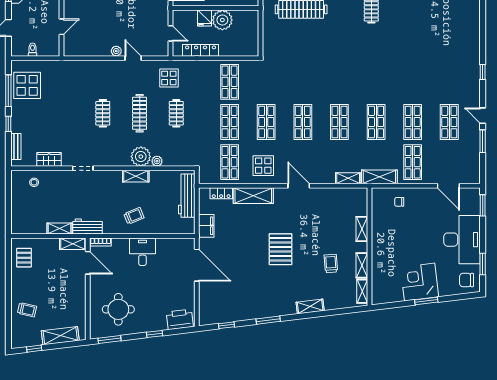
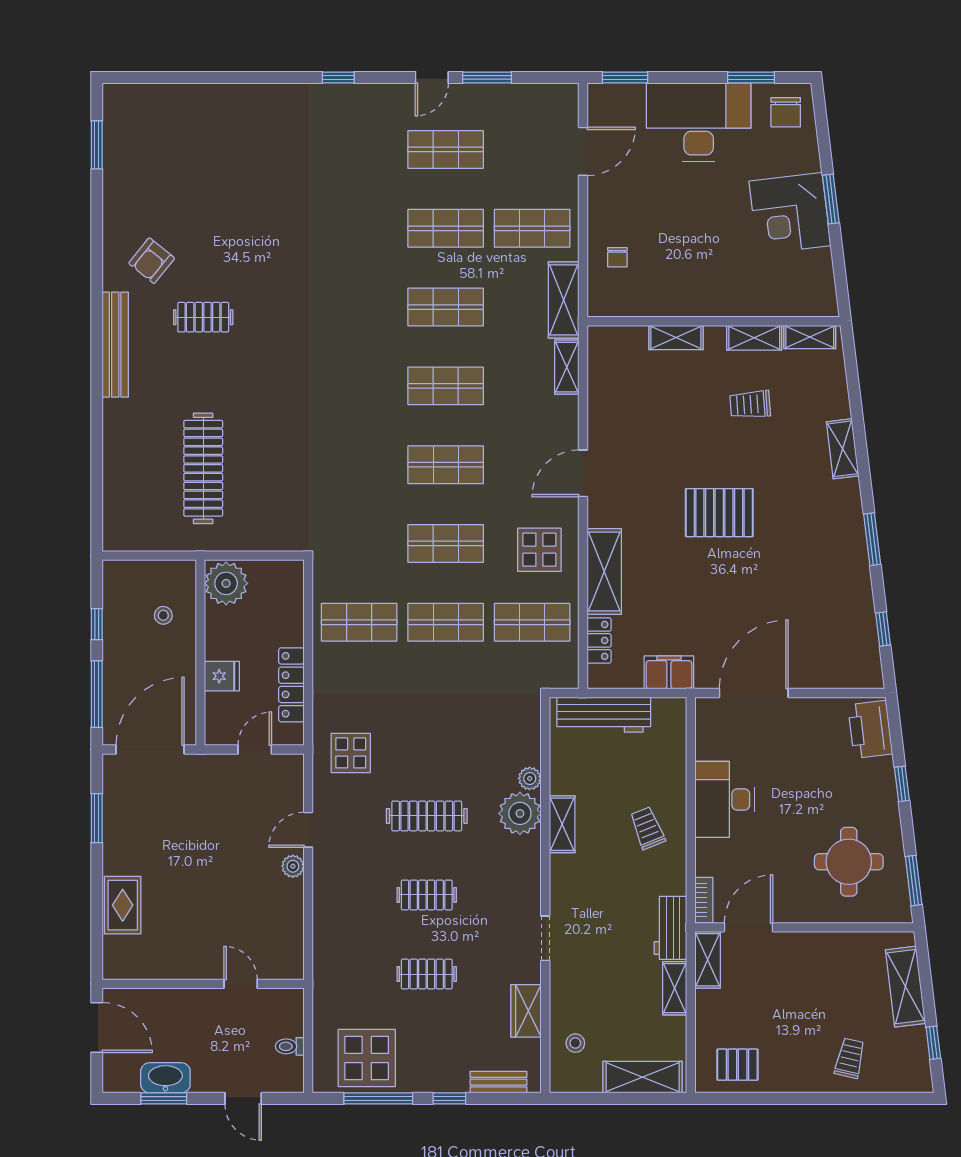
plant: (222, 20) -> (226, 583), moved
clothes rail: (176, 113) -> (427, 974), moved
shelving: (18, 214) -> (643, 1077), added
desk: (142, 252) -> (725, 799), width x1.37

